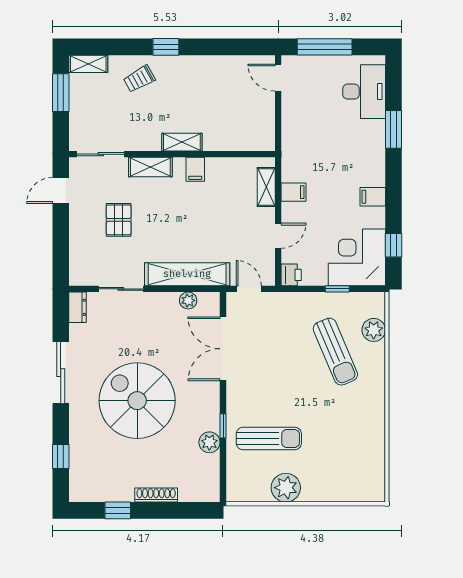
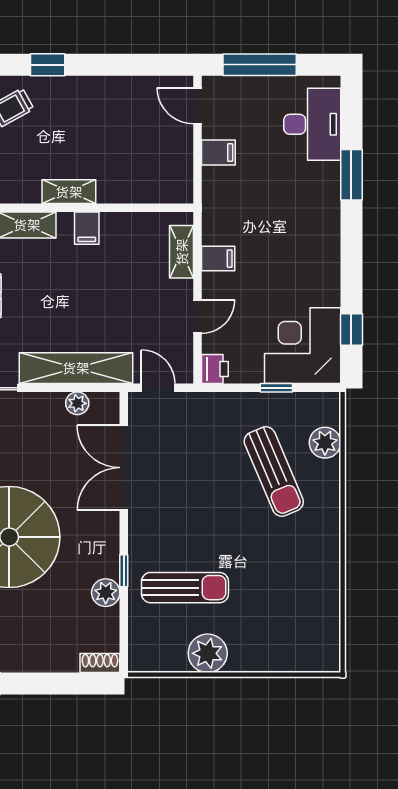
filing cabinet: (373, 197) -> (218, 152), moved, turned 180
shoe rack: (156, 495) -> (100, 663), moved, width x0.70

